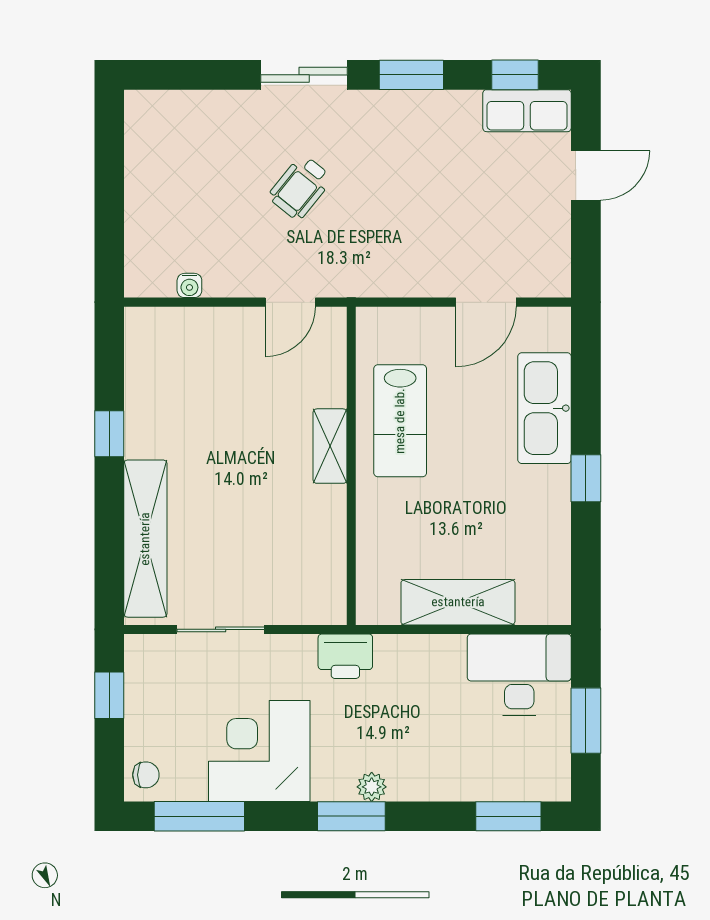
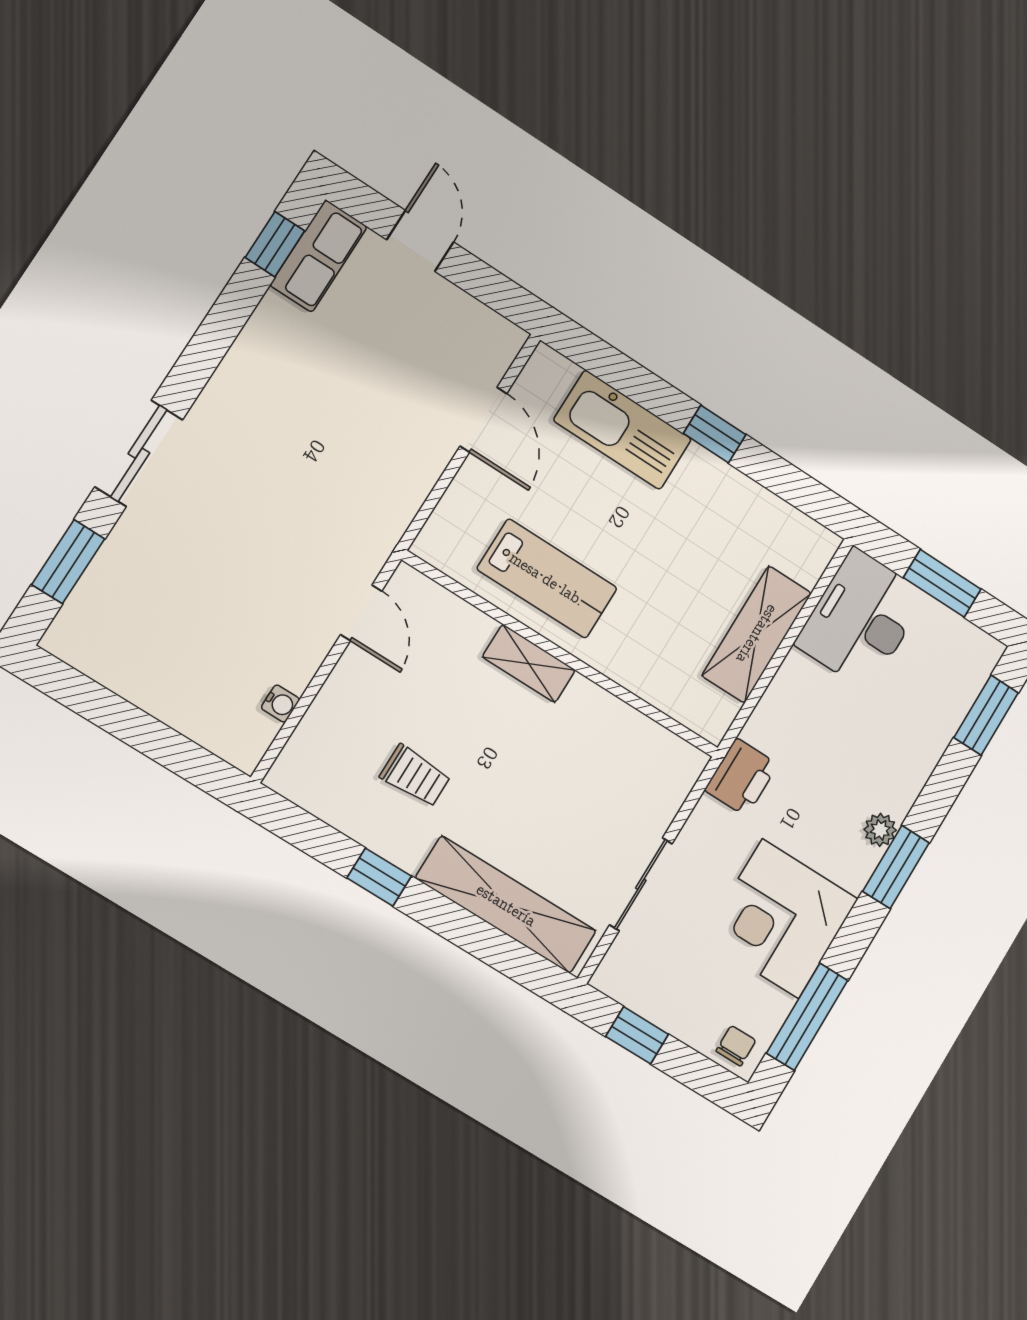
window: (411, 75) -> (68, 562), moved
wheelchair: (300, 187) -> (252, 530), removed
trolley: (197, 414) -> (415, 776), added

